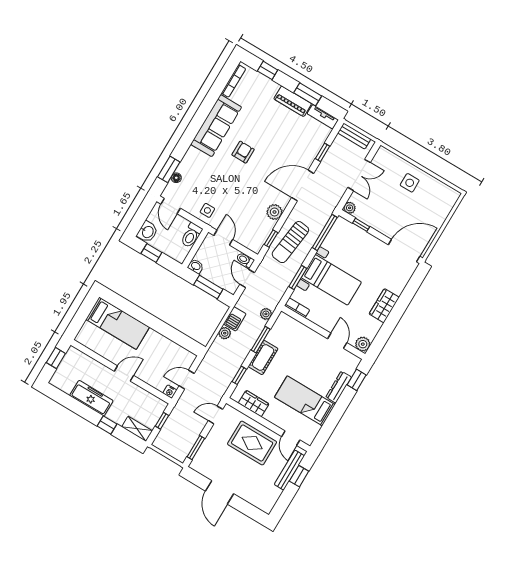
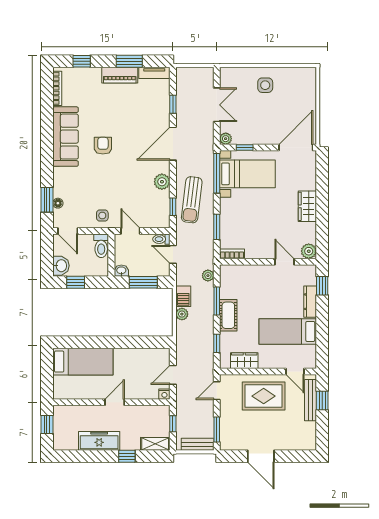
bench: (354, 136) -> (198, 444), moved
bed with nightstands: (331, 280) -> (247, 174), moved

